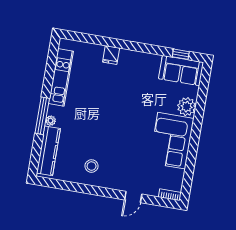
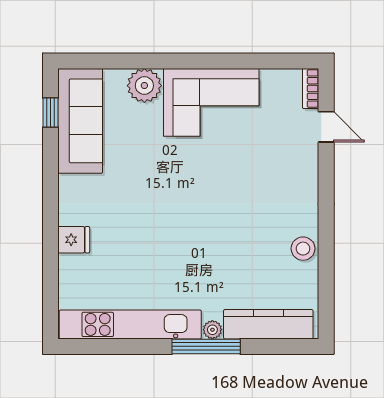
sofa: (181, 71) -> (80, 121), width x1.36
kitchen unit: (61, 77) -> (130, 324), width x1.36
stool: (92, 166) -> (303, 249), moved
door: (133, 197) -> (326, 127), moved

